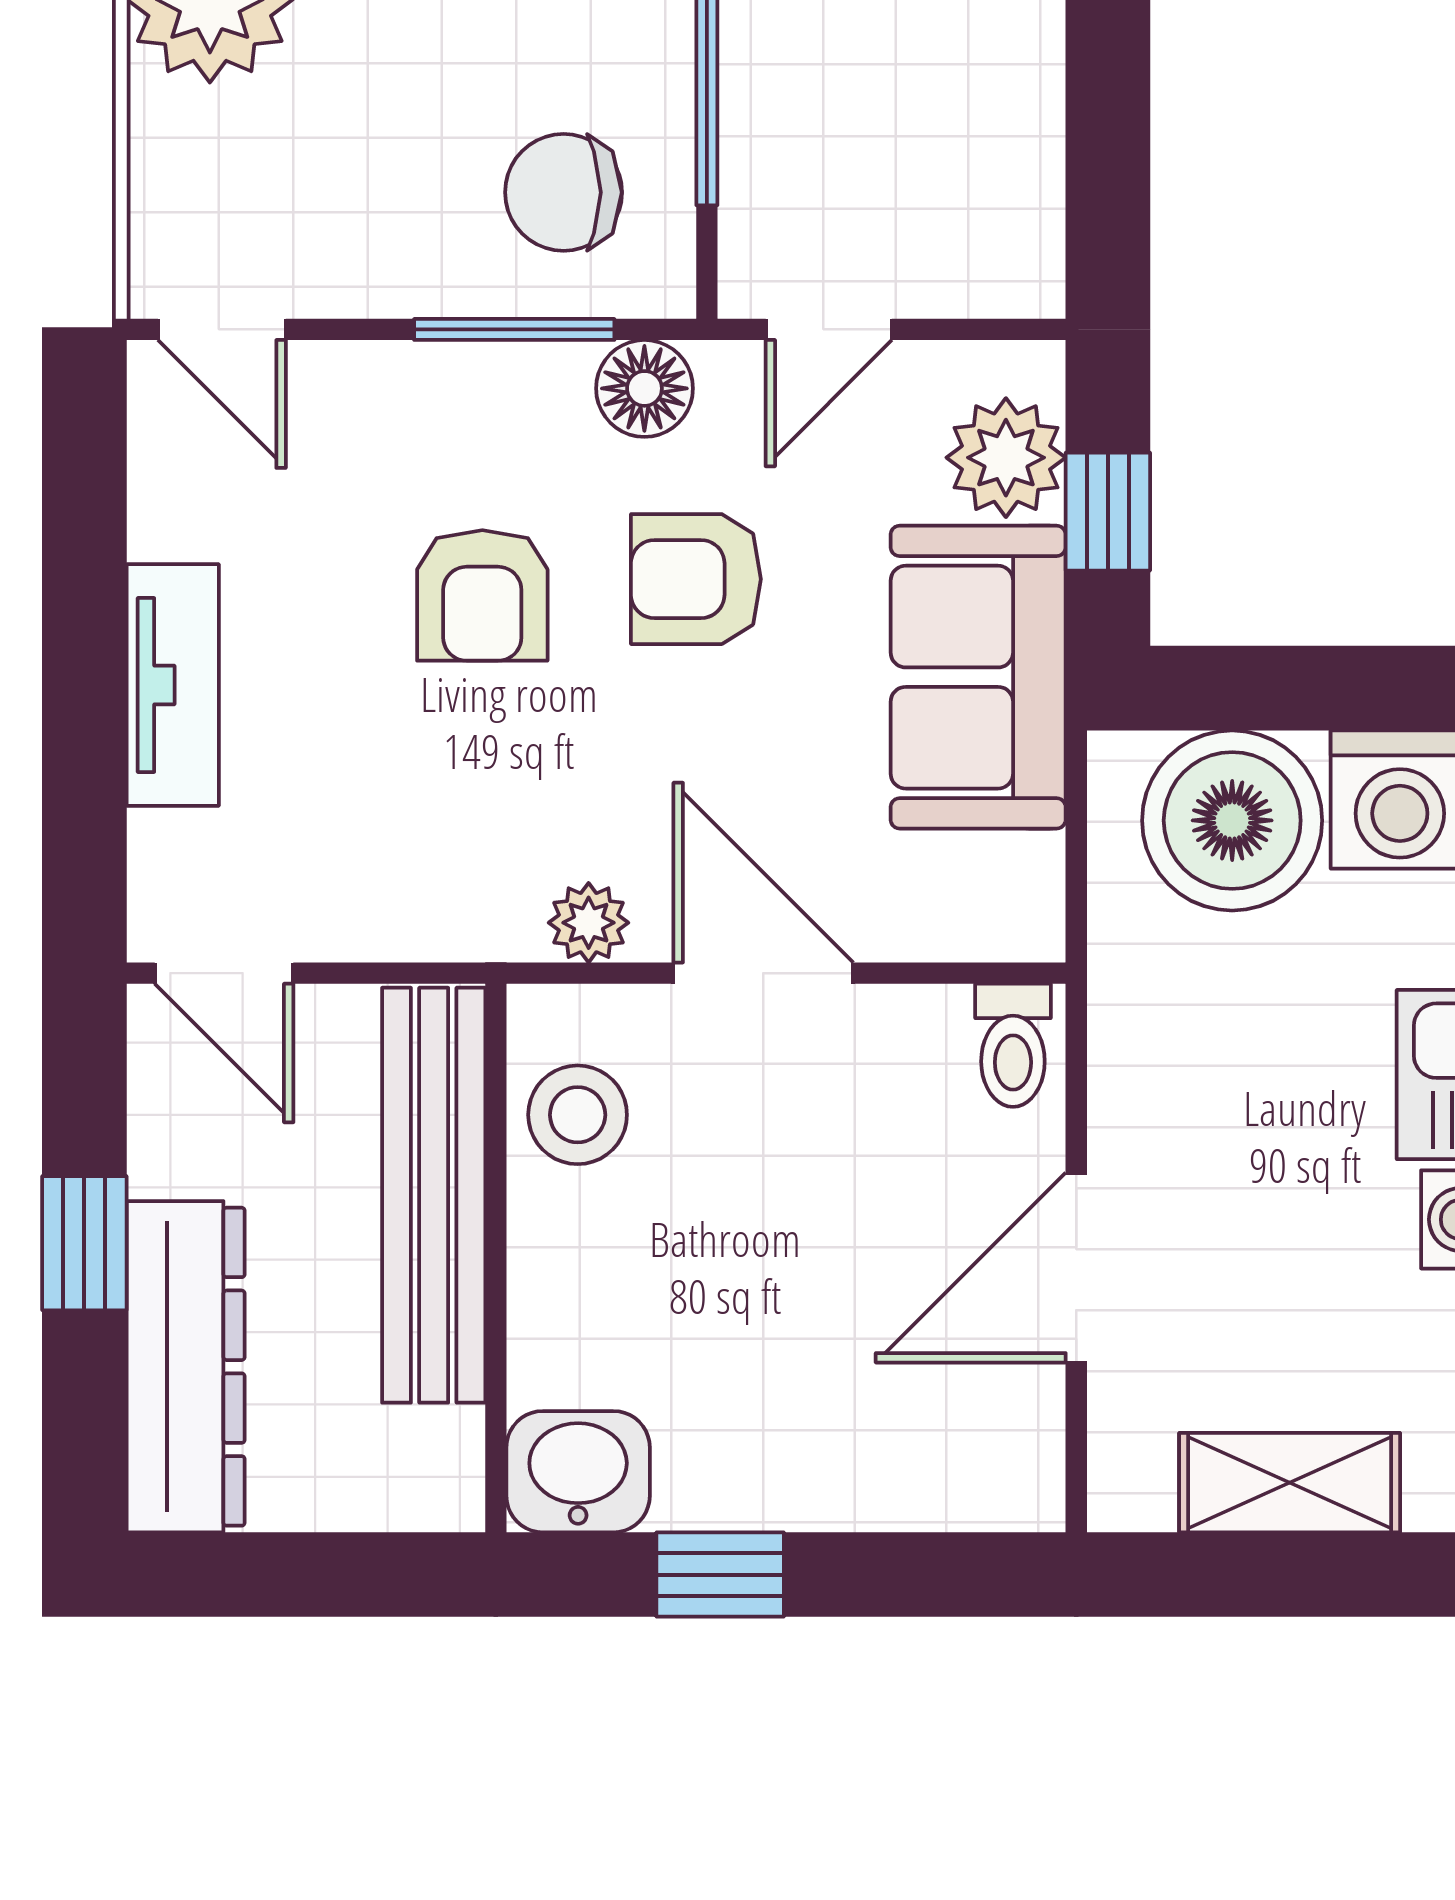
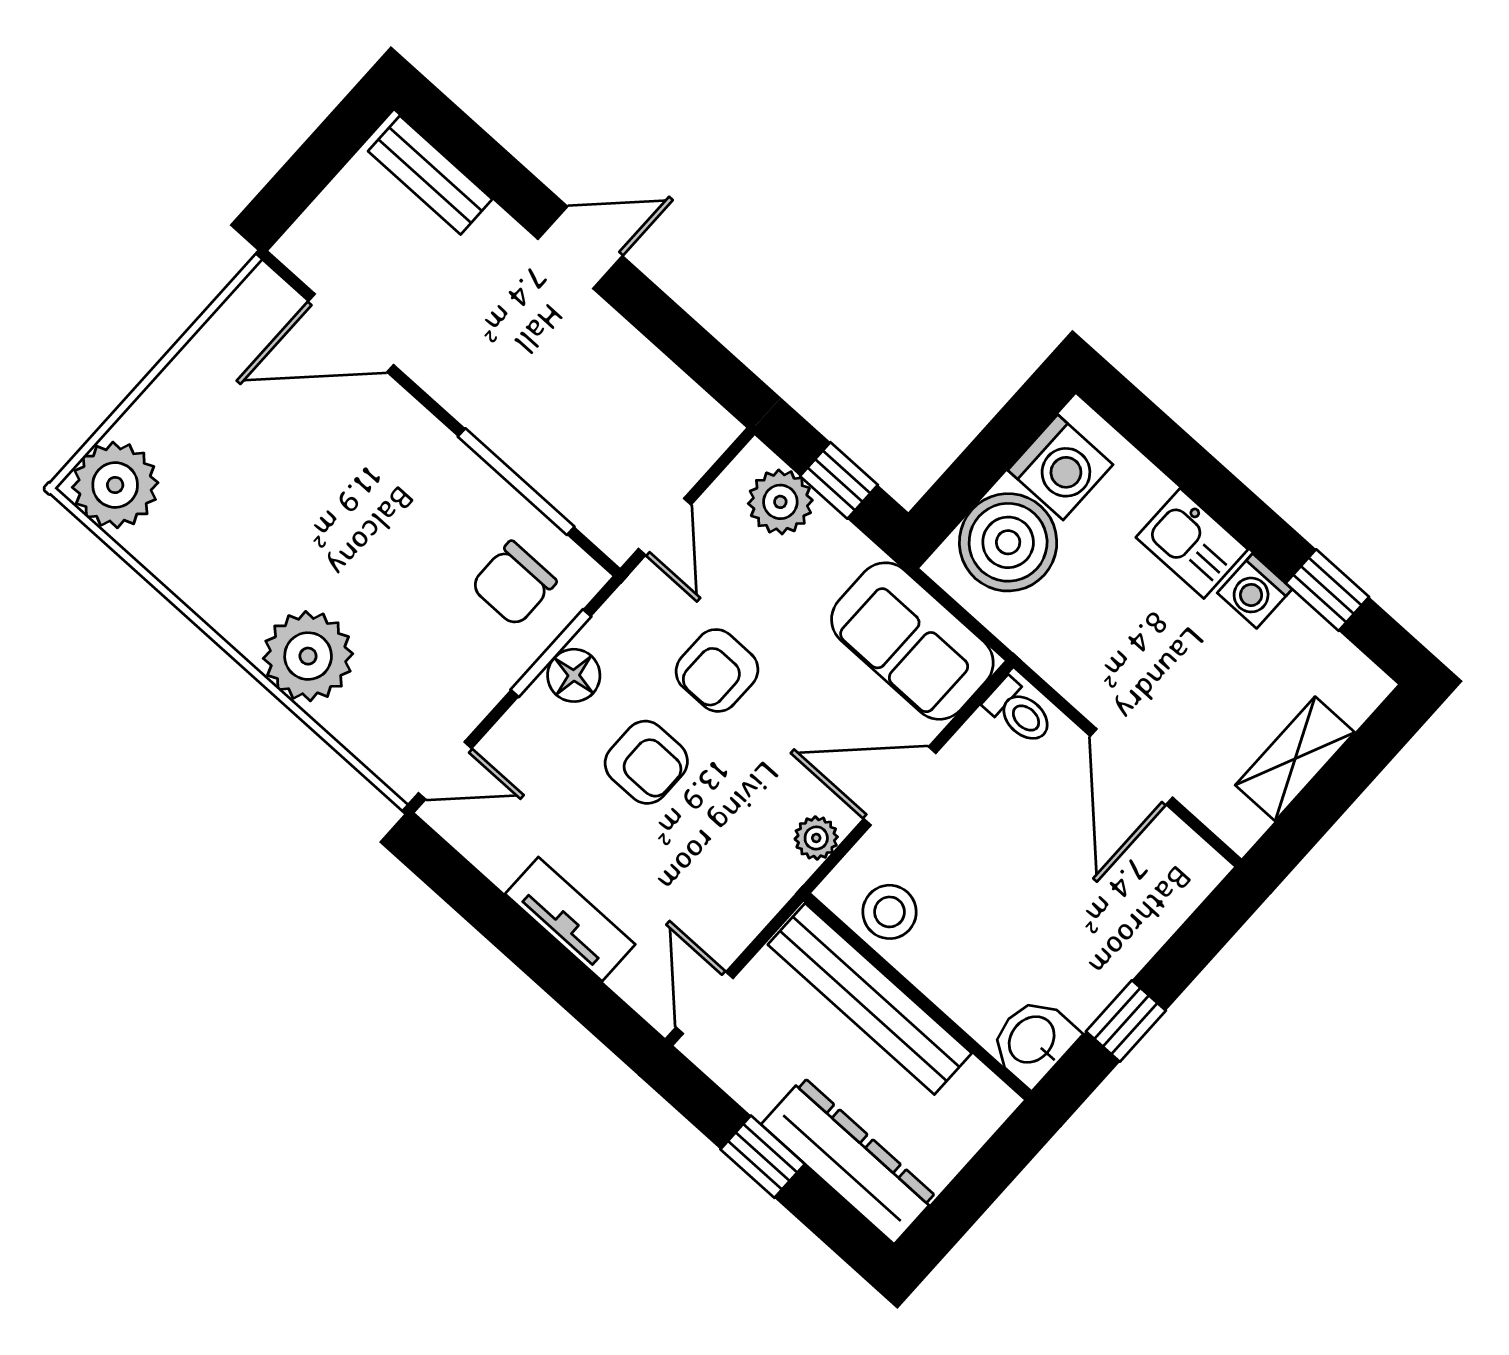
floor lamp: (644, 388) -> (574, 675), moved
sofa: (978, 677) -> (912, 641), moved
door: (224, 973) -> (705, 1003), swing flipped

